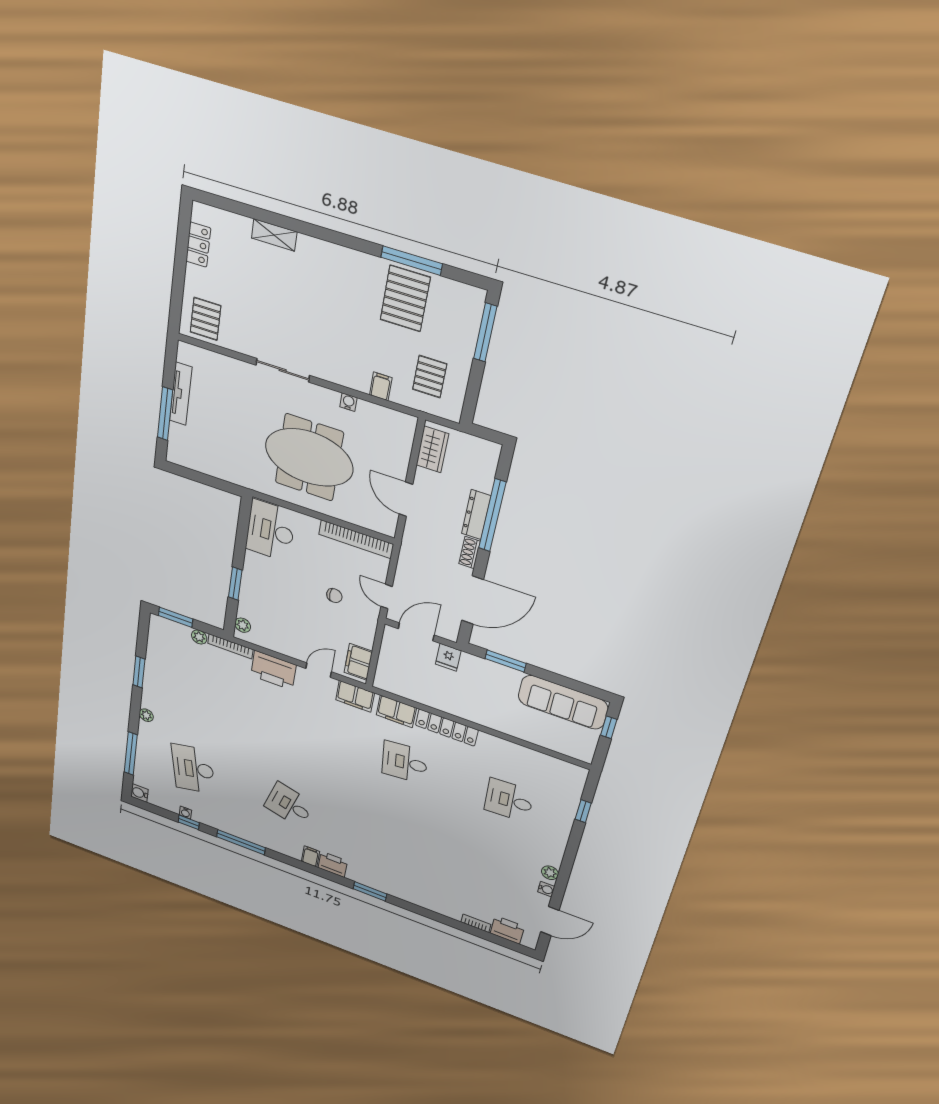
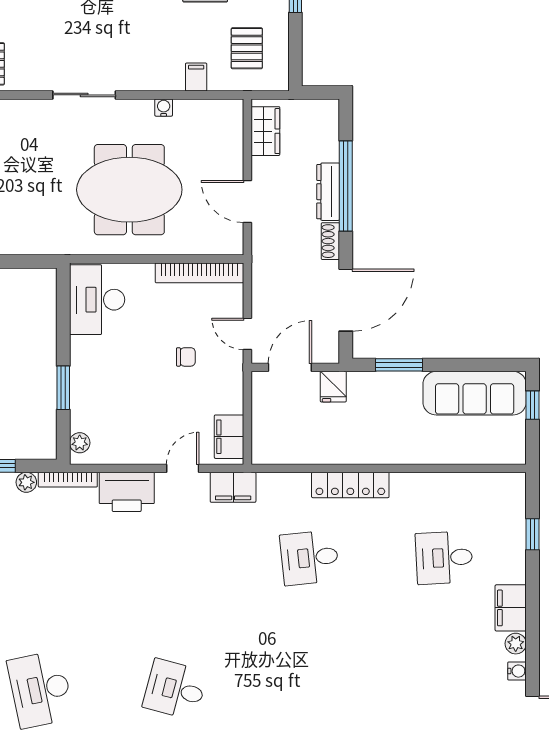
filing cabinet: (396, 711) -> (511, 608), moved, turned 90

